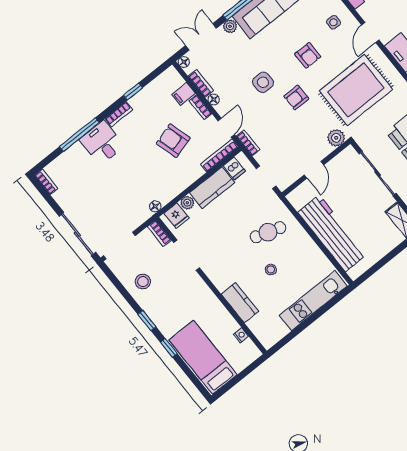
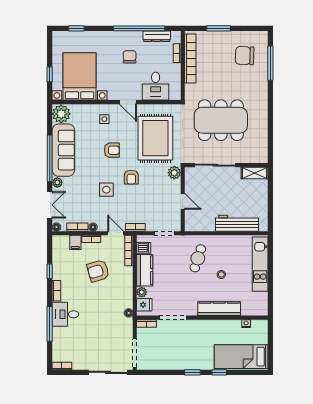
double door: (201, 37) -> (50, 205), swing flipped
workbench: (332, 233) -> (237, 223), width x0.73, depth x0.76
stool: (143, 282) -> (167, 356), removed
kitchen counter: (240, 303) -> (219, 309), width x1.50

